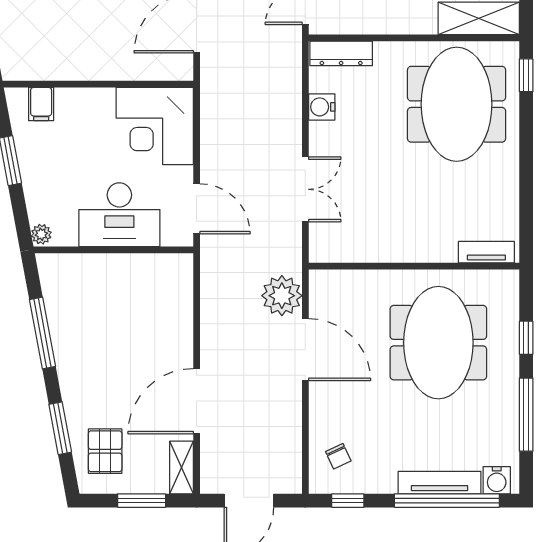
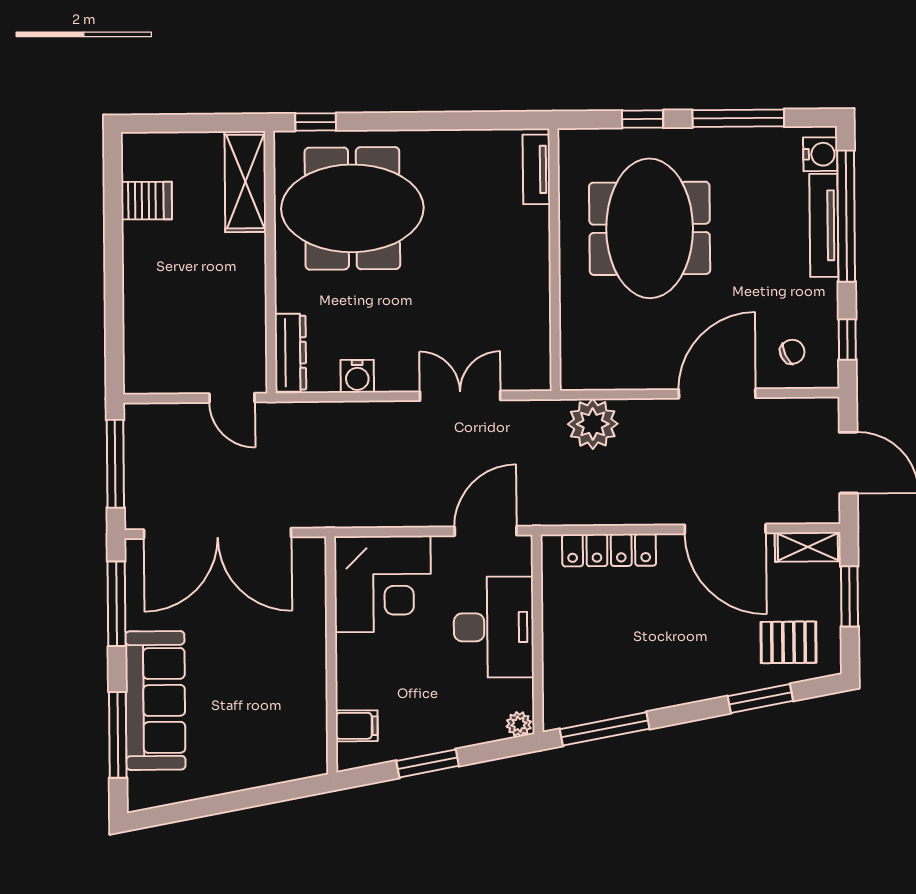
locker: (180, 308) -> (609, 550), added
window: (42, 333) -> (605, 729), moved
meeting table: (438, 343) -> (650, 228), turned 90
door: (305, 350) -> (717, 394), moved

